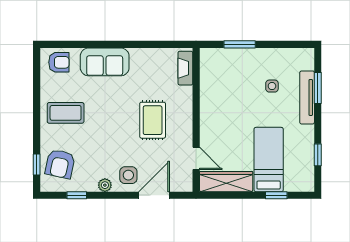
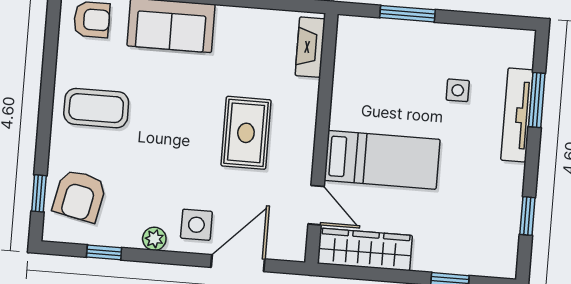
bed: (269, 160) -> (382, 160), moved, turned 90

